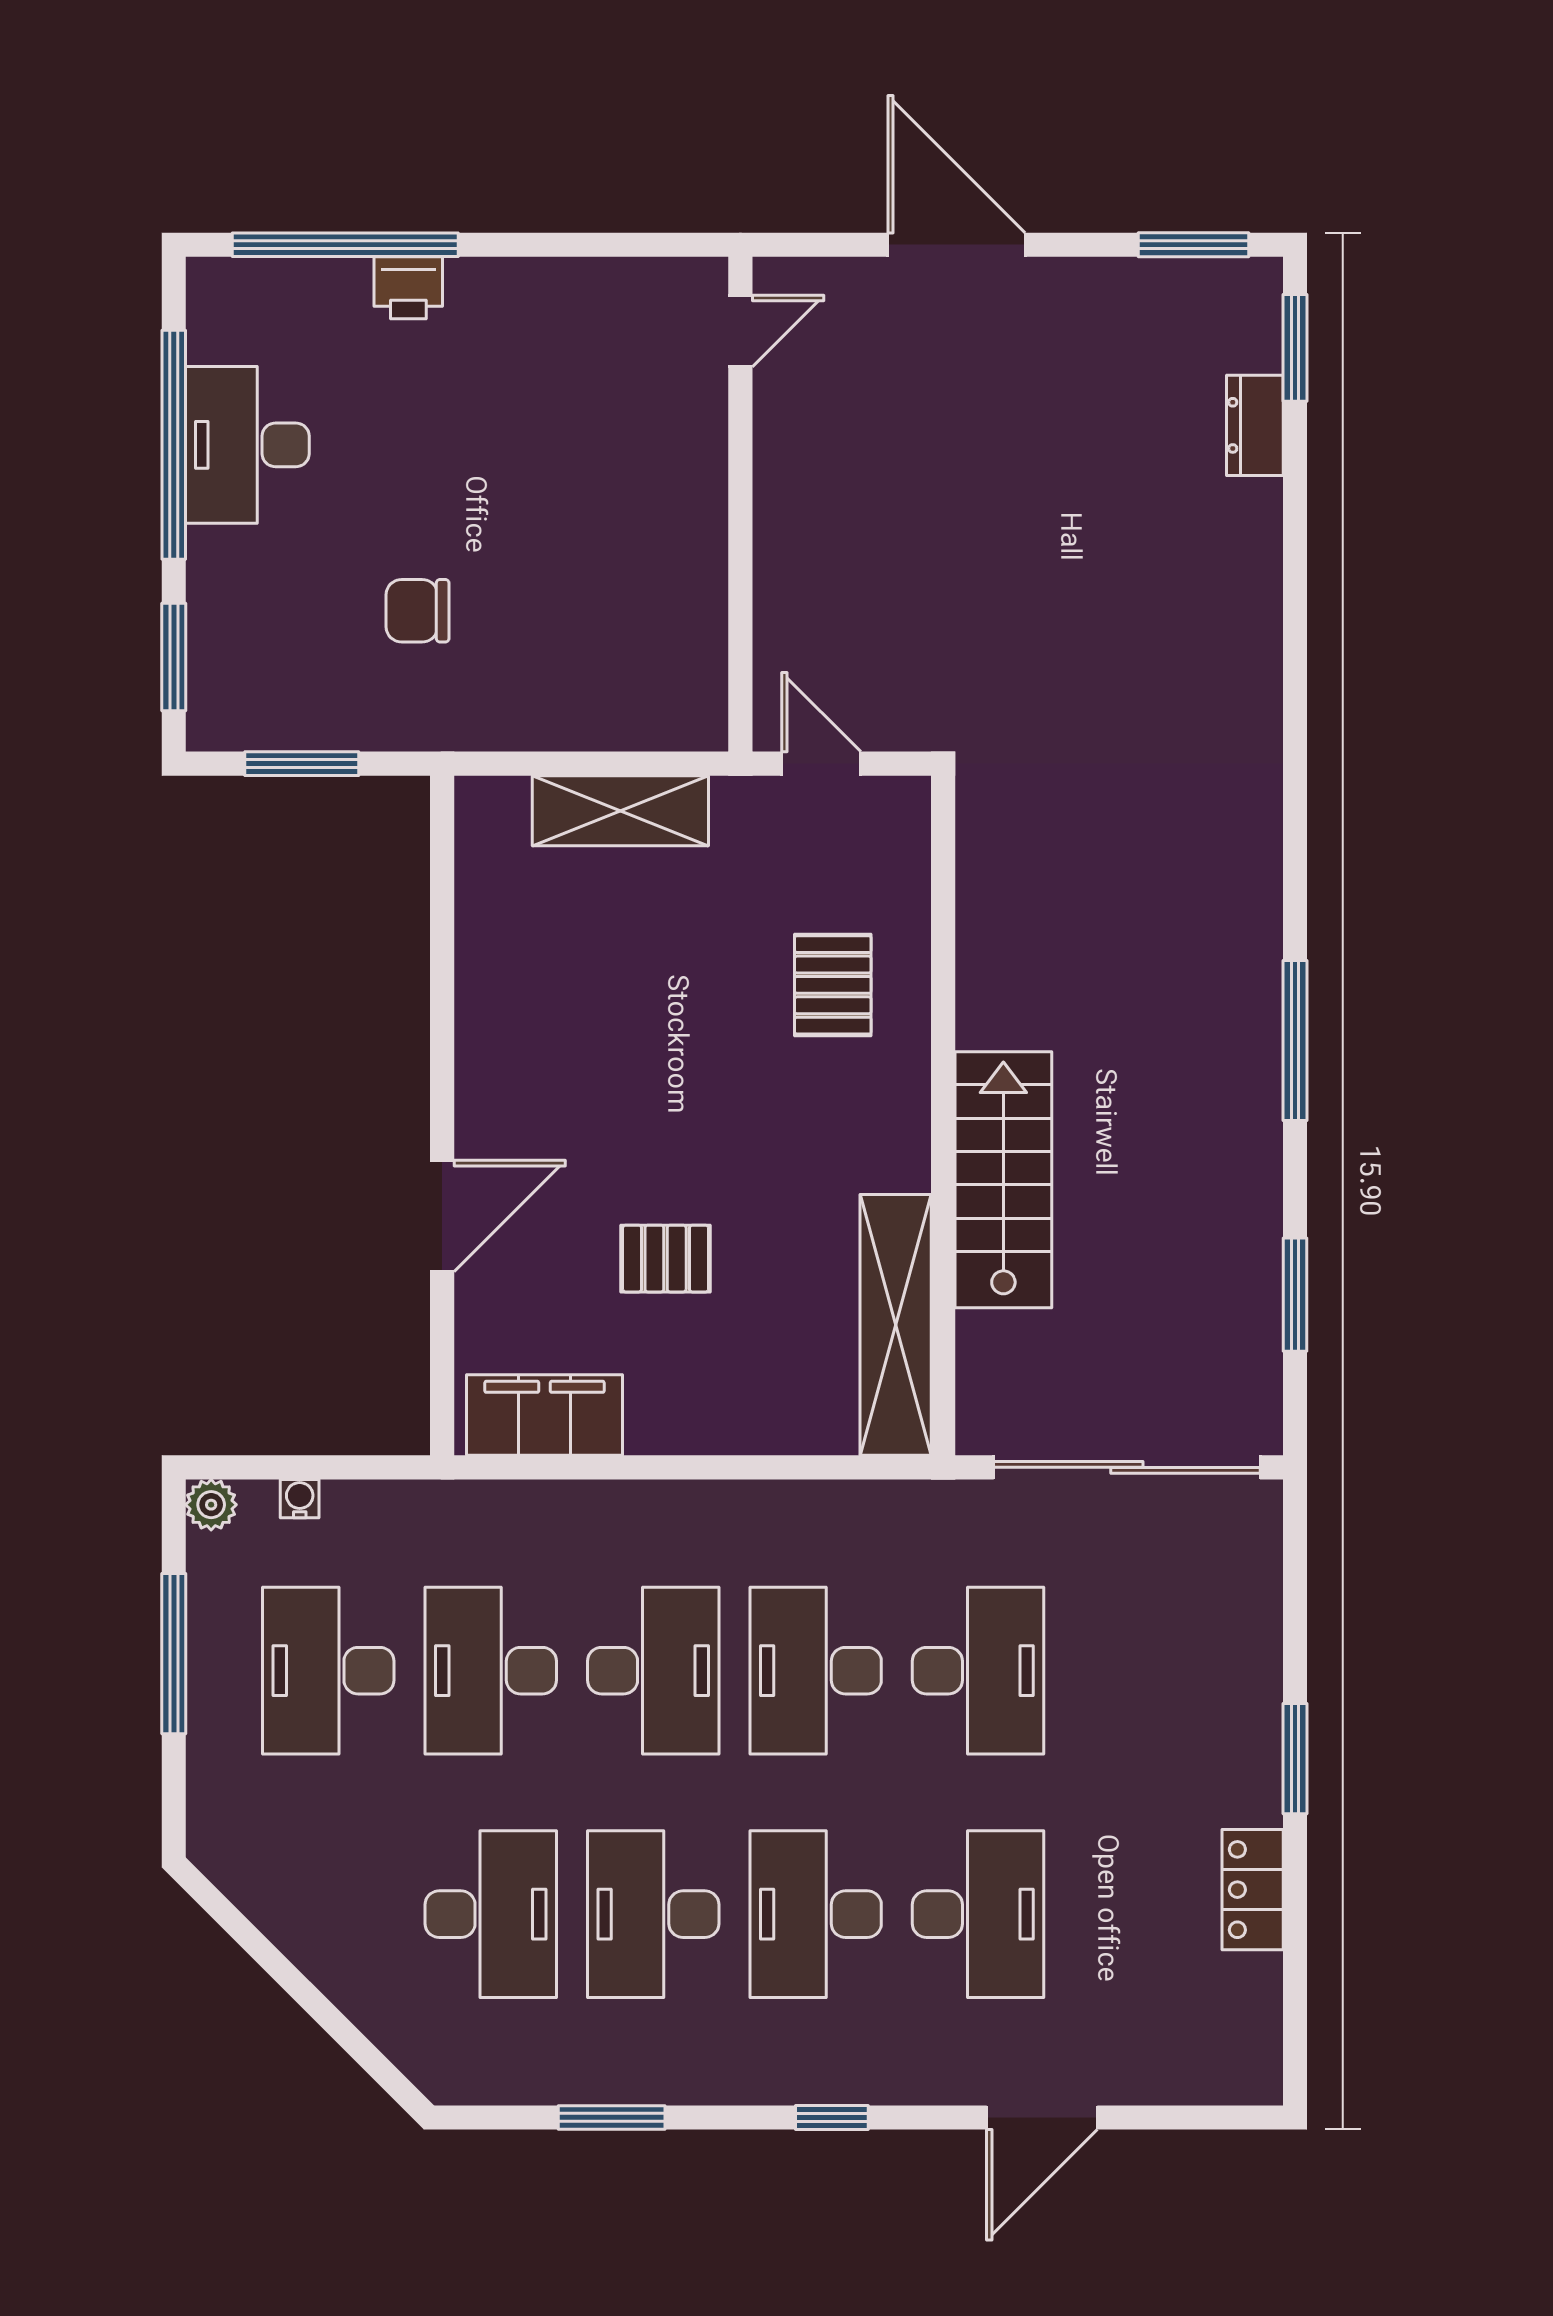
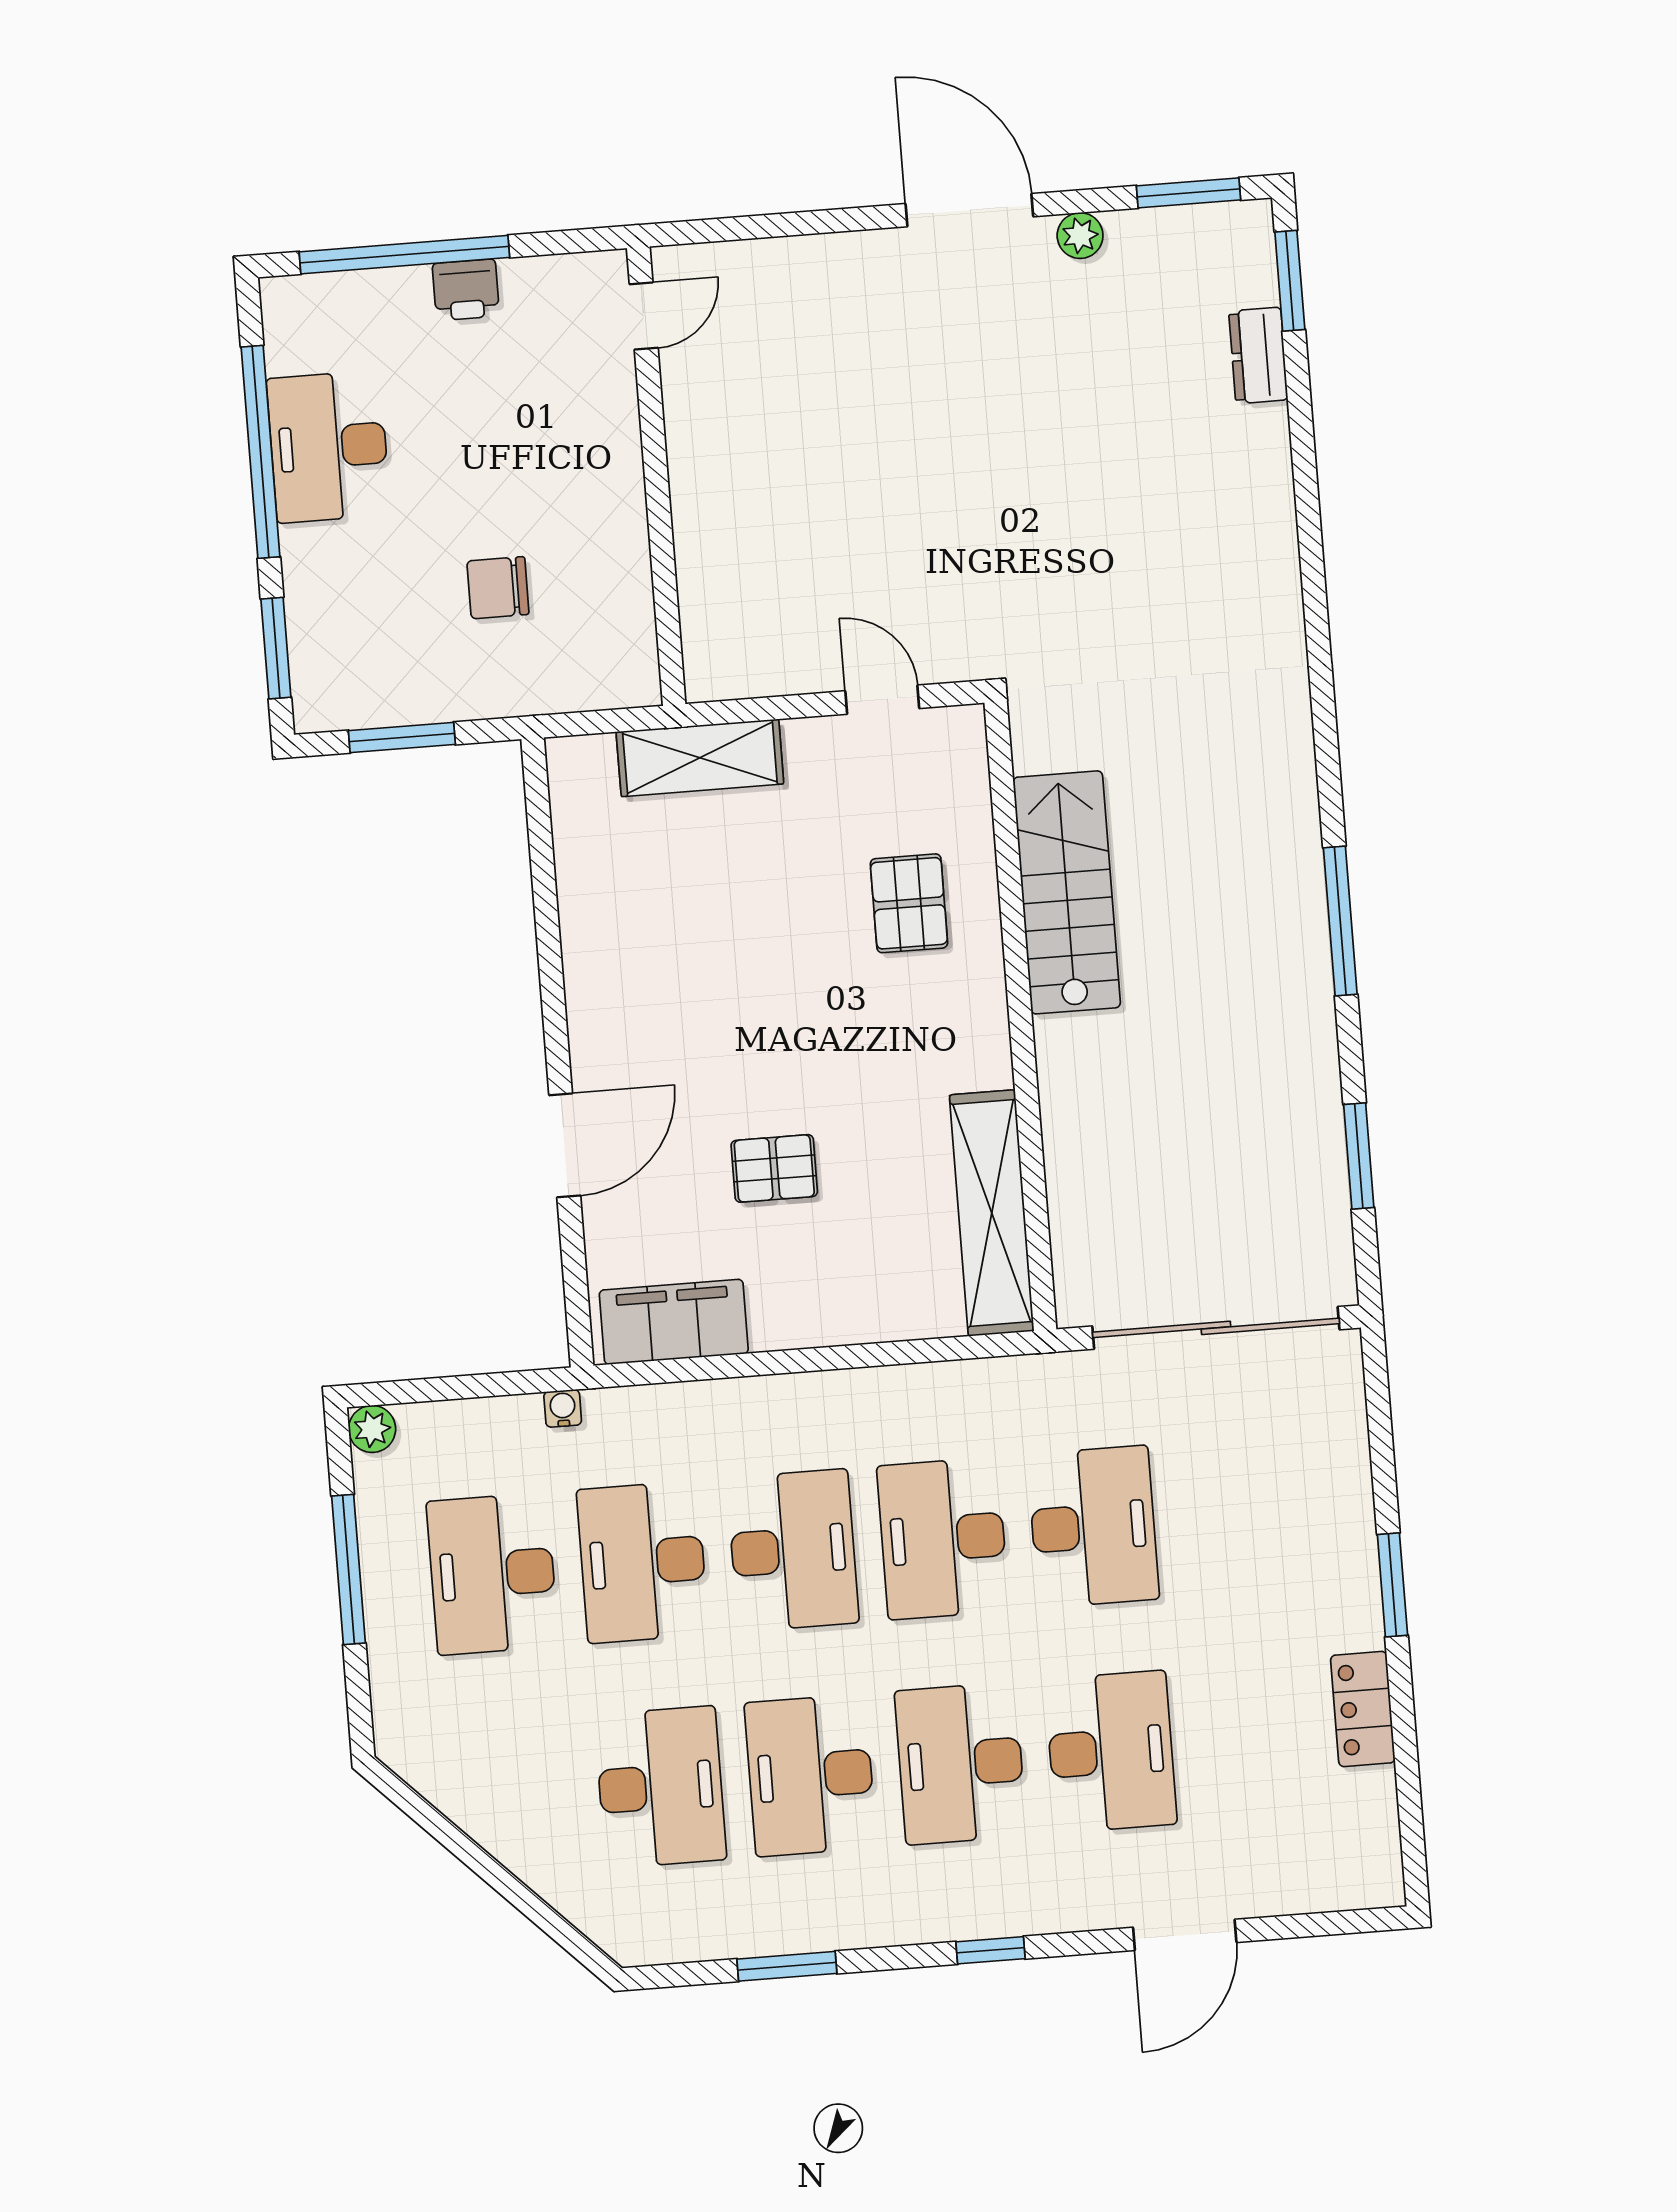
plant: (1073, 281) -> (1080, 236), added
door: (740, 331) -> (644, 316), moved
wall: (740, 504) -> (656, 476), moved
stairs: (1003, 1180) -> (1067, 892), moved
water cooler: (300, 1499) -> (563, 1408), moved

